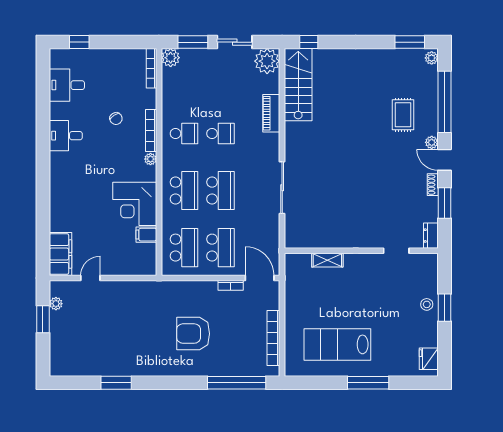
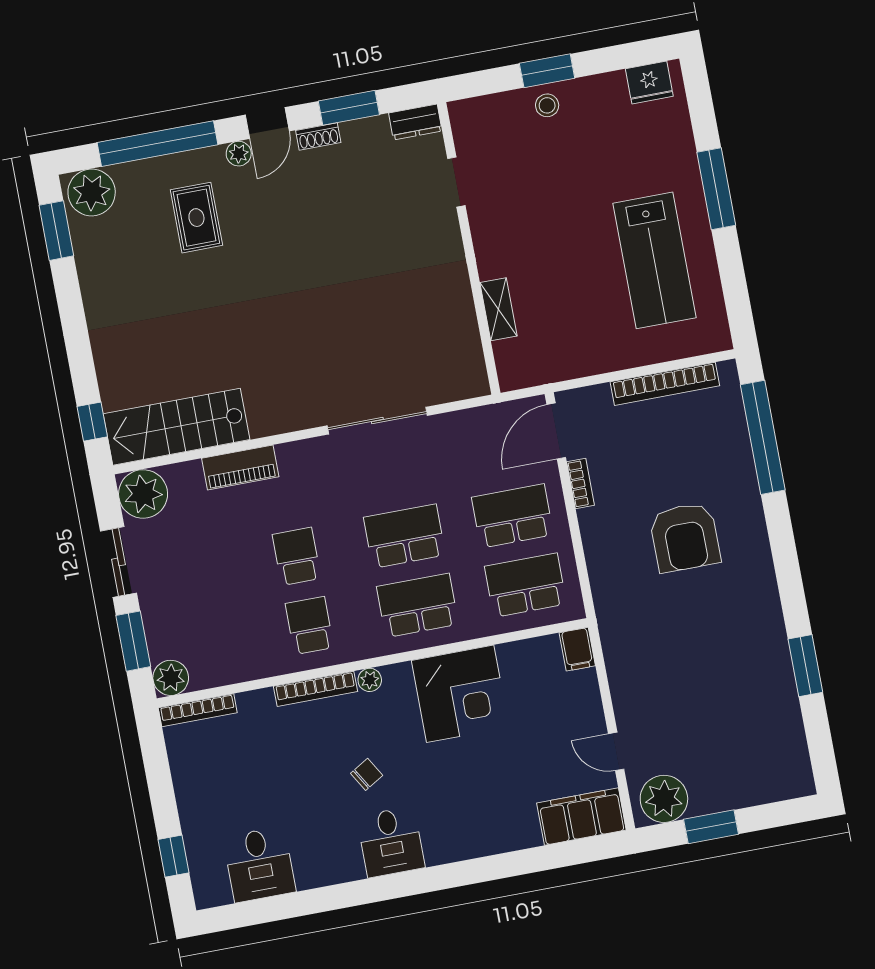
plant: (432, 58) -> (92, 192), width x1.88, depth x1.88
rug: (403, 115) -> (196, 218), turned 90
chair: (116, 119) -> (367, 774), moved
desk: (66, 136) -> (391, 842), moved
filing cabinet: (146, 235) -> (577, 649), moved
plant: (56, 304) -> (664, 799), width x1.88, depth x1.88

